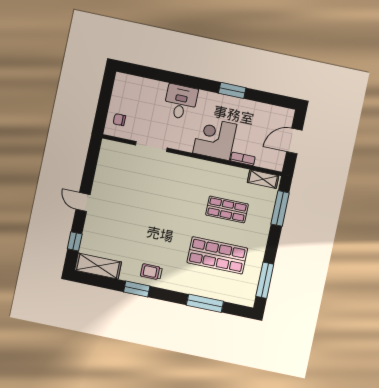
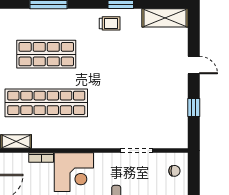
door: (83, 202) -> (194, 65), moved
shop shelf: (227, 209) -> (46, 103), width x2.00, depth x1.36
window: (75, 241) -> (194, 108), moved

